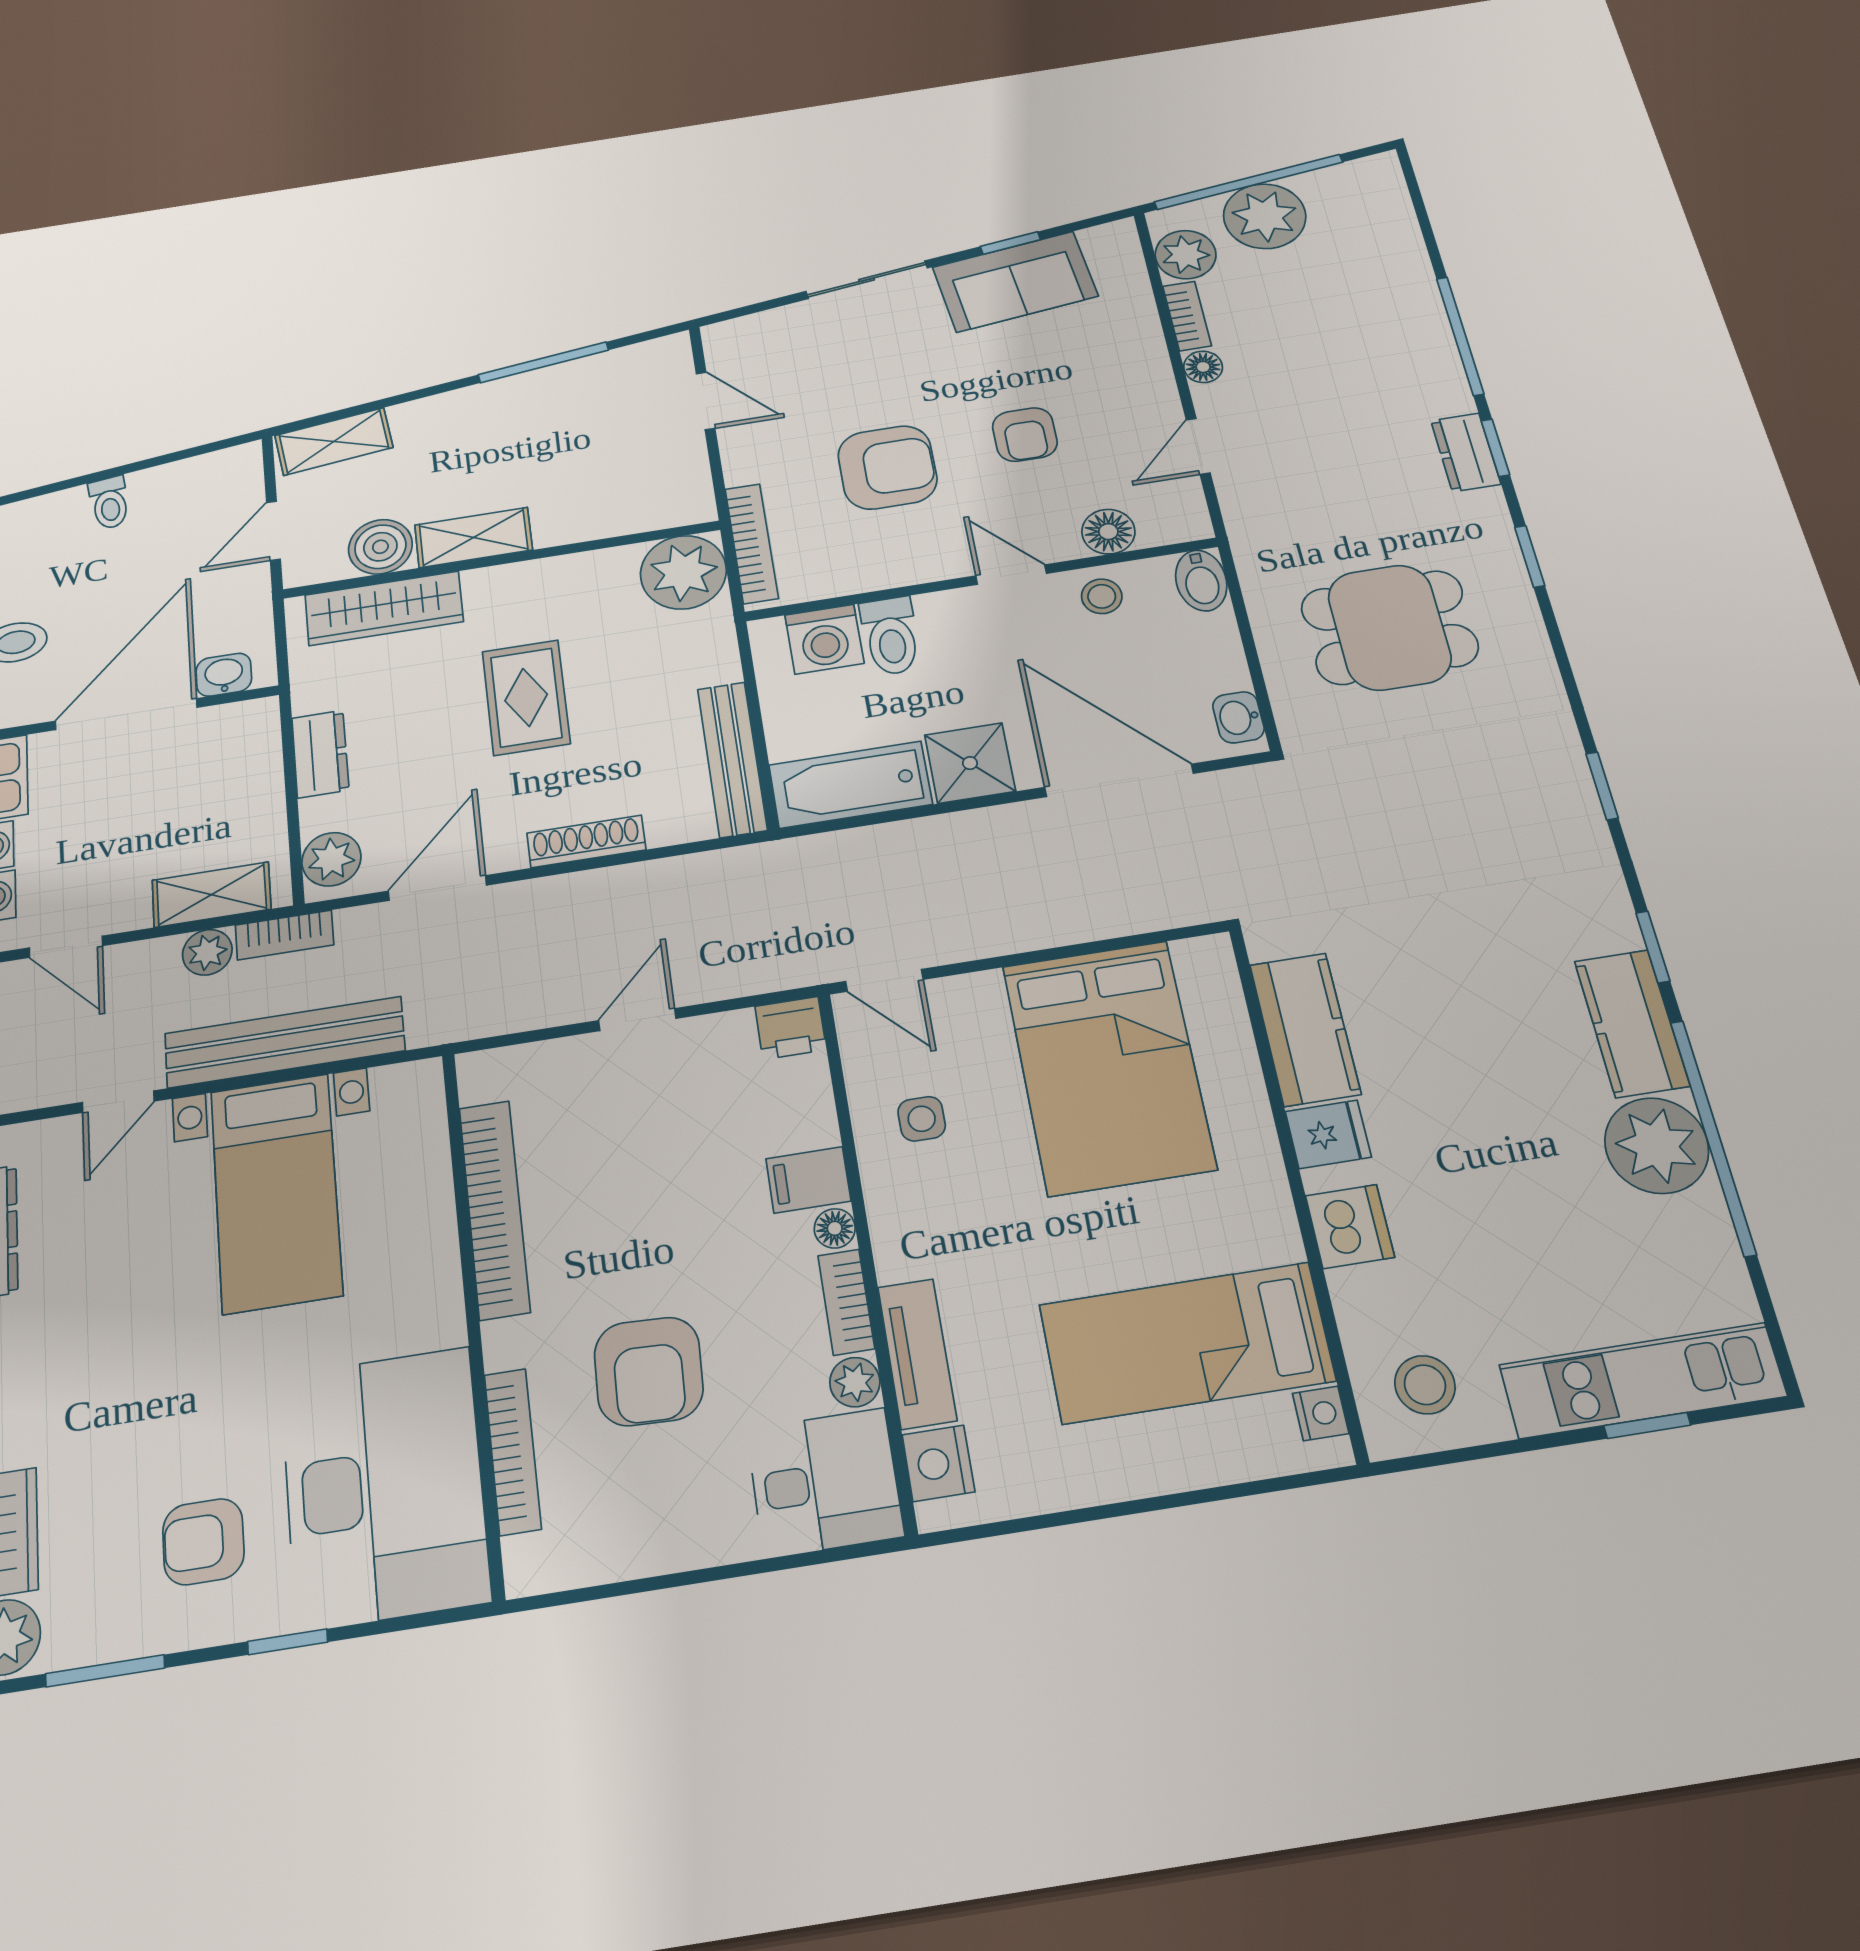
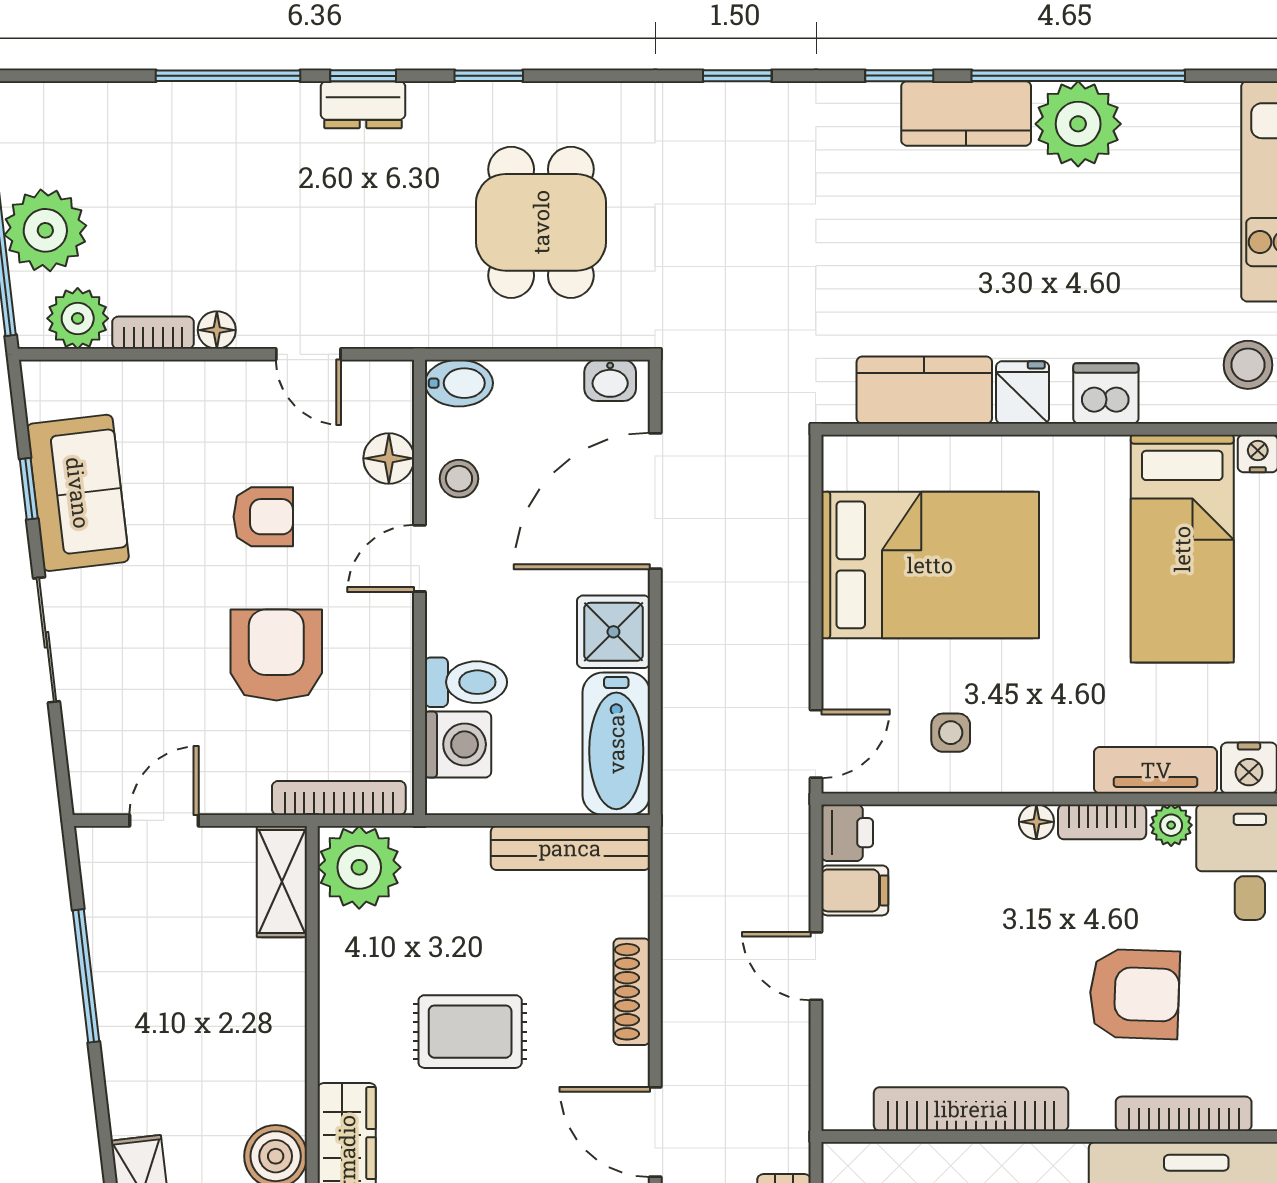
shelving: (474, 537) -> (282, 882), moved
filing cabinet: (808, 1180) -> (855, 890), moved, turned -90

